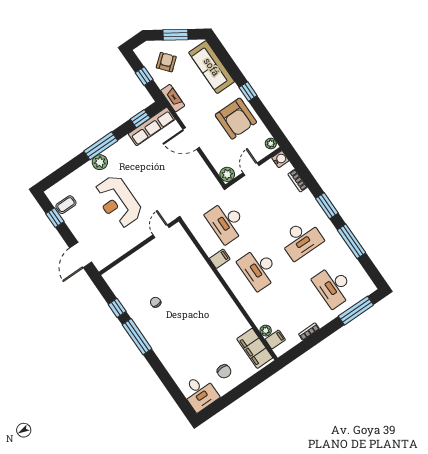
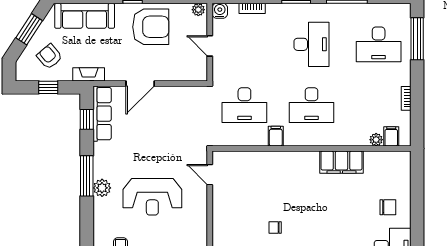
plant: (227, 174) -> (199, 73), removed
filing cabinet: (255, 348) -> (341, 162), moved

